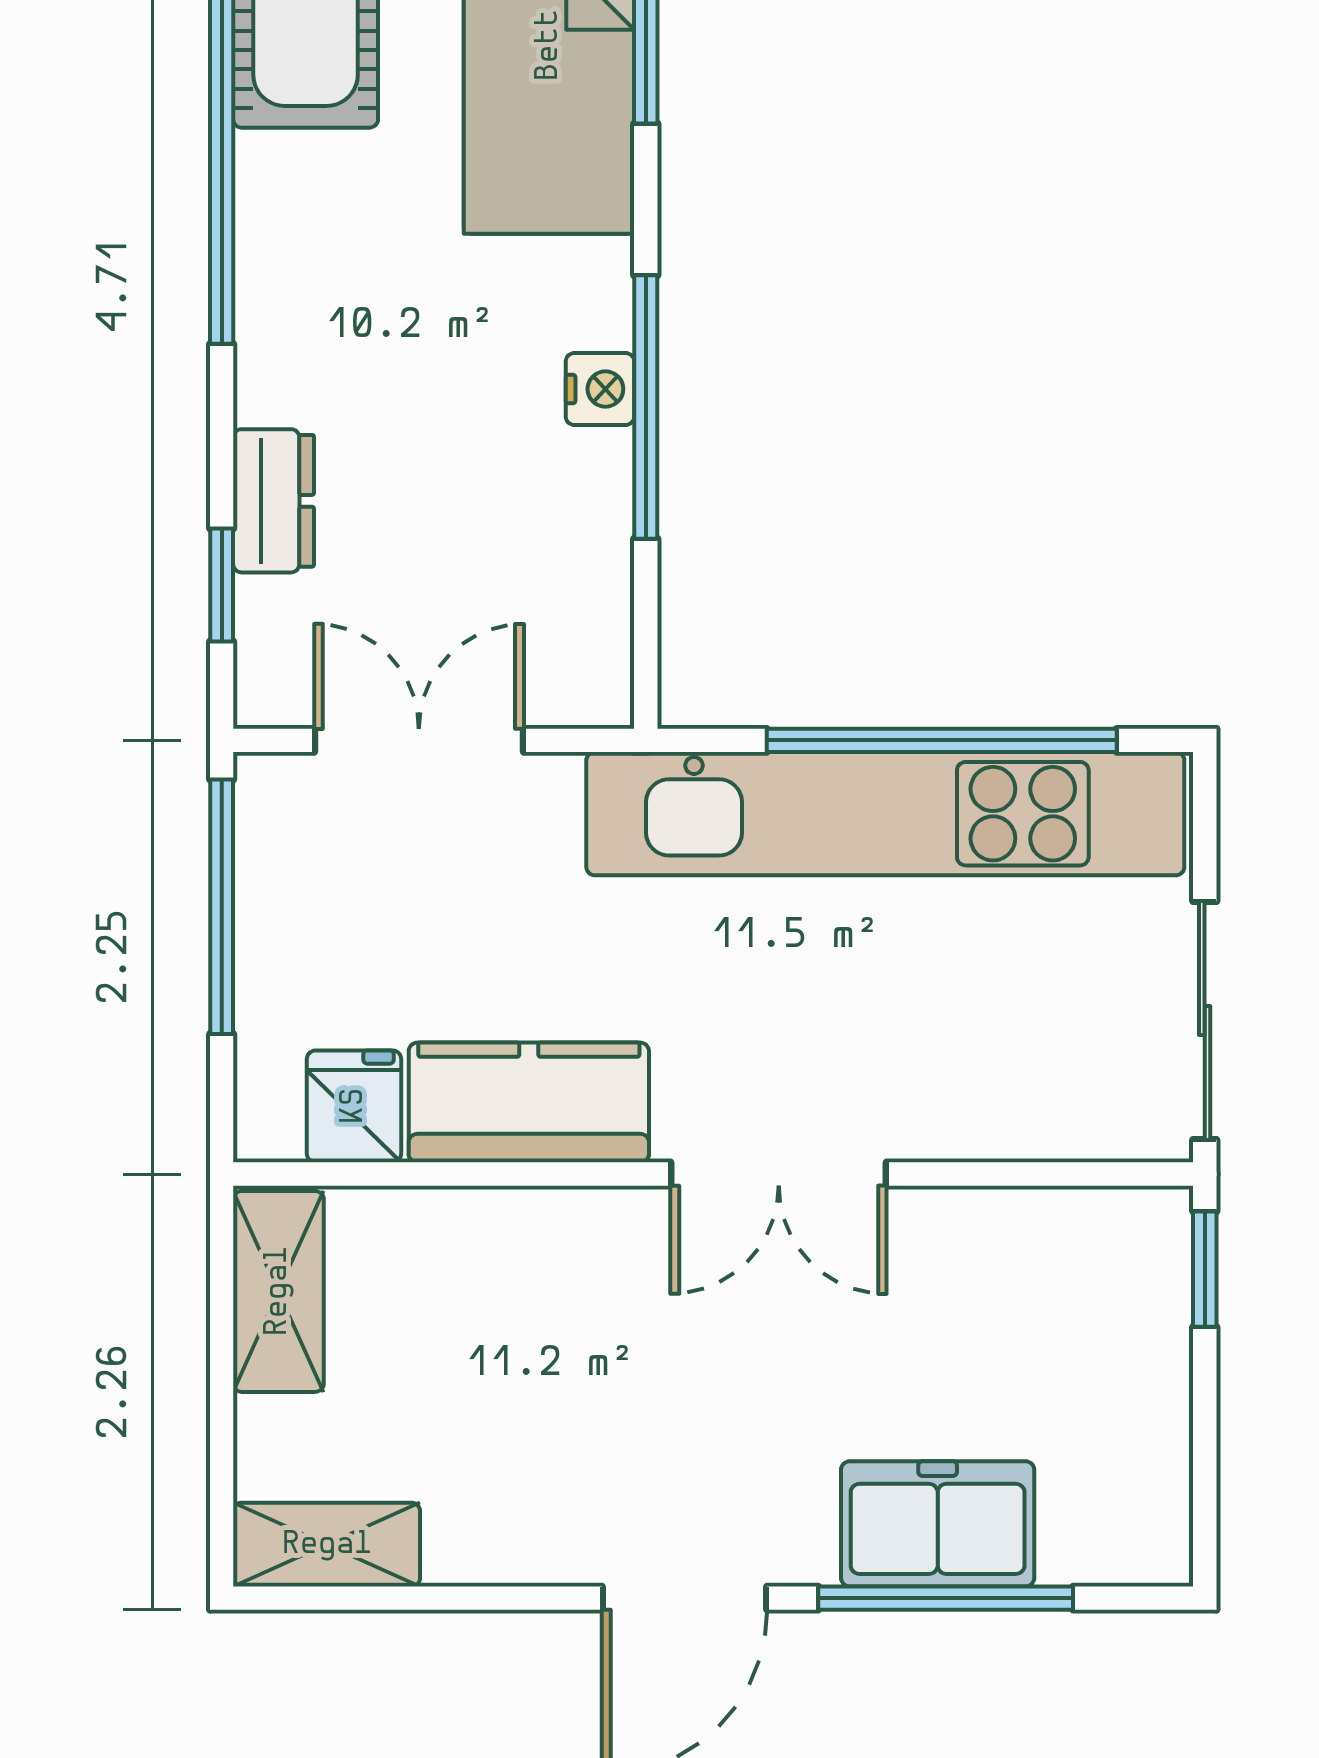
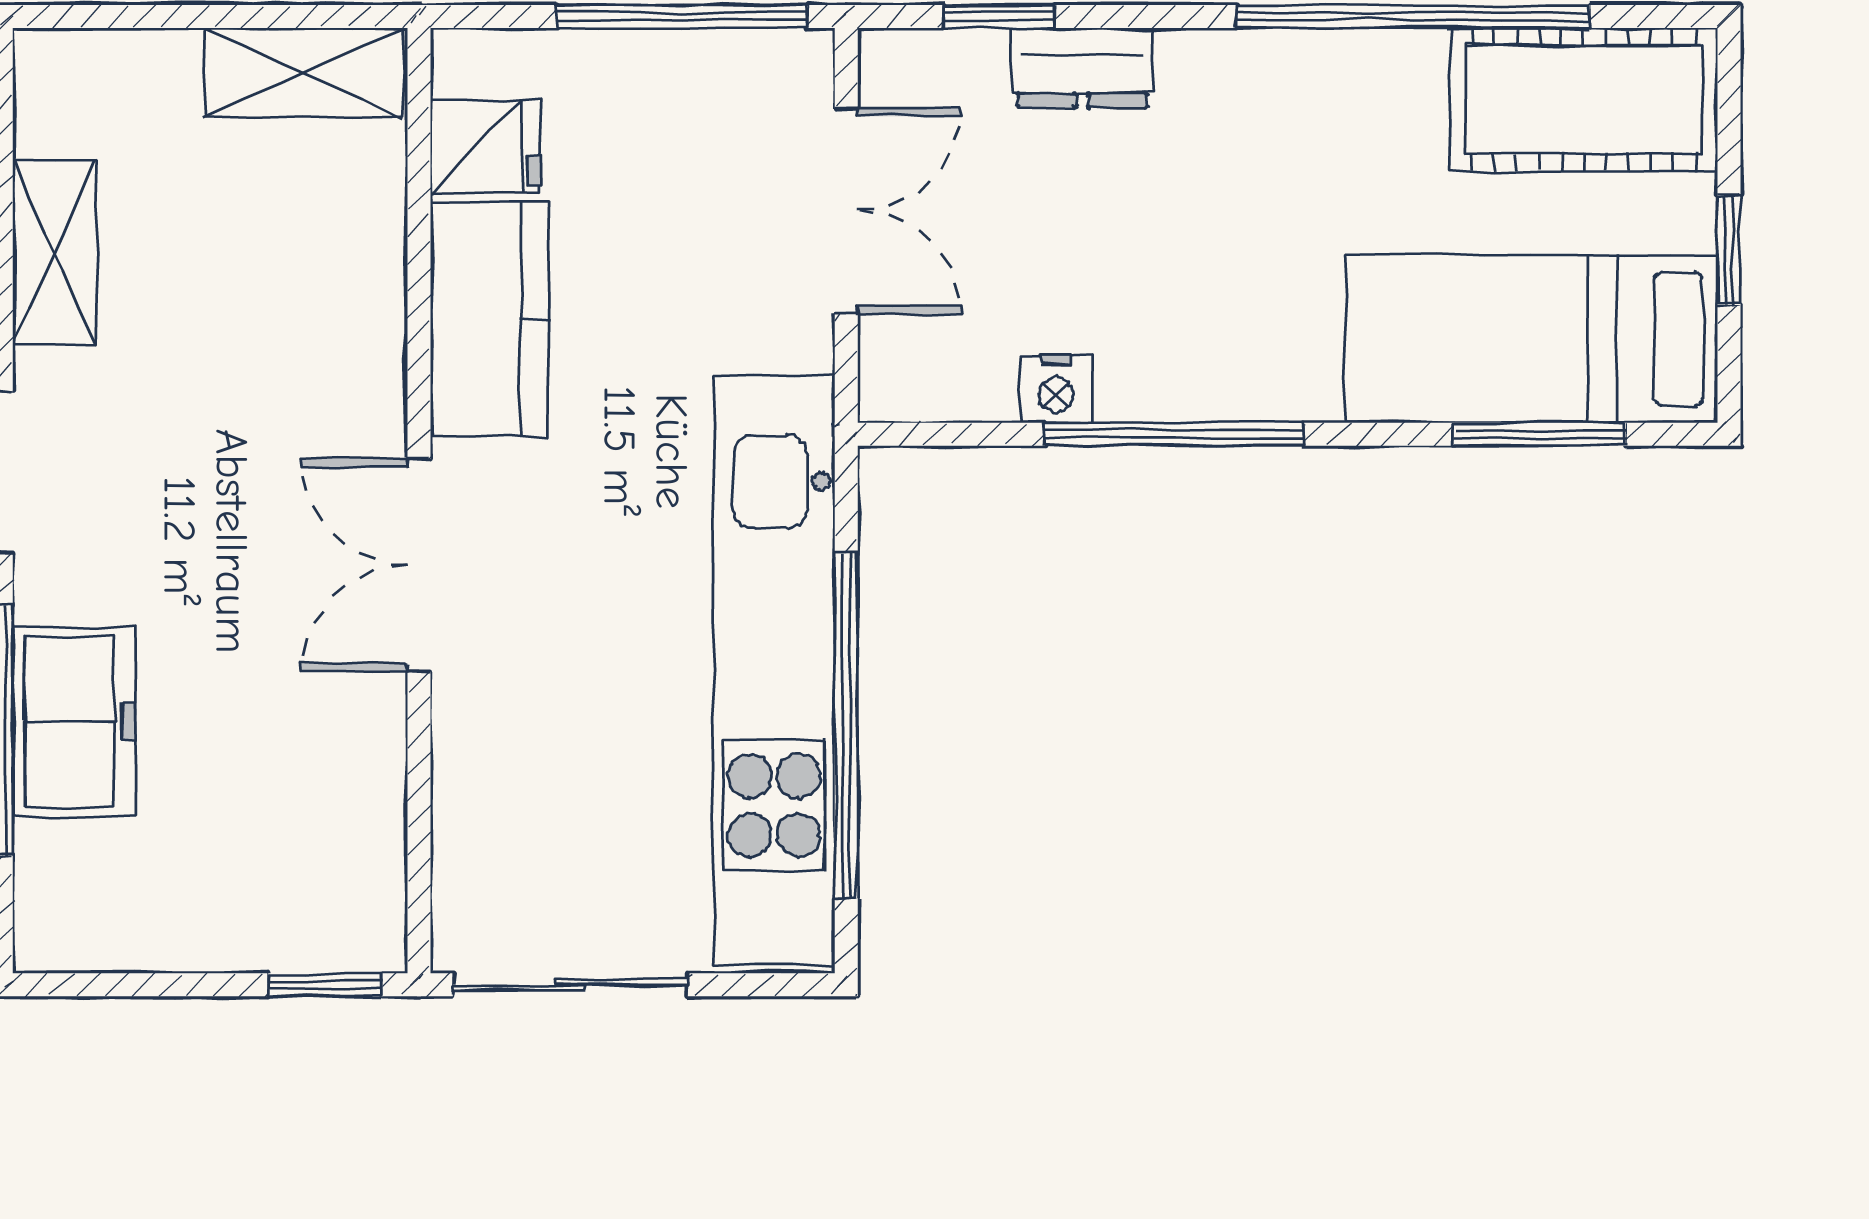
nightstand: (600, 389) -> (1056, 389), moved
shelving: (327, 1545) -> (54, 253), moved

